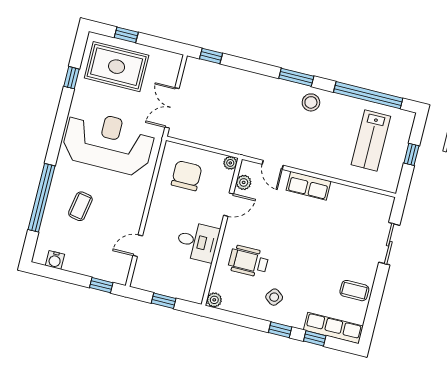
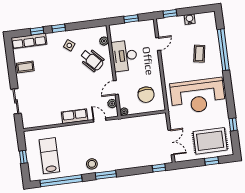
double door: (172, 108) -> (171, 142), moved
desk: (198, 242) -> (125, 56), width x1.37
water cooler: (55, 260) -> (190, 19), moved
wheelchair: (248, 261) -> (92, 60), turned 46
plant: (214, 300) -> (104, 41), moved

